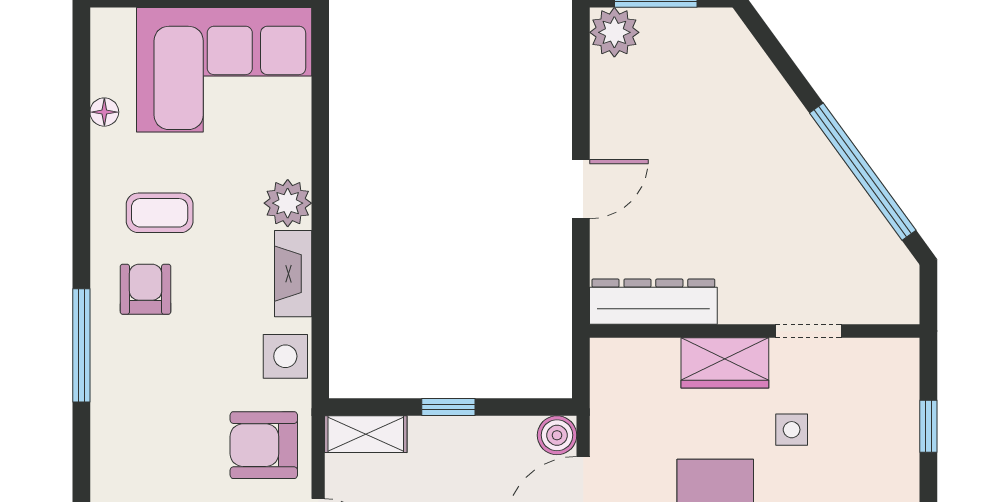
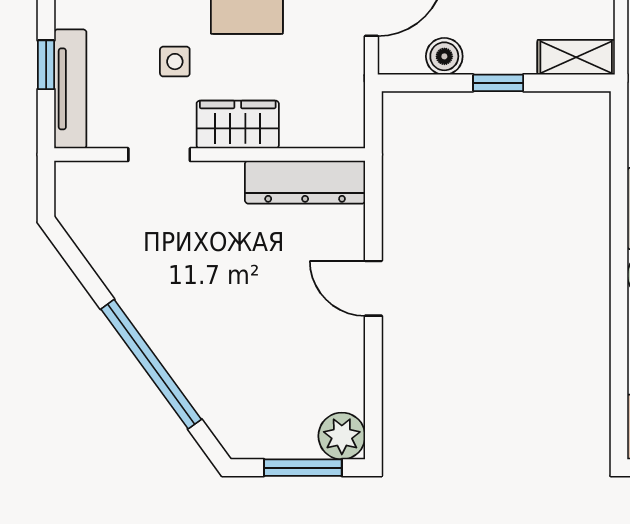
window: (863, 172) -> (151, 364), moved
door: (581, 189) -> (373, 288), hinge flipped
tv unit: (903, 401) -> (70, 89), added
boiler: (557, 435) -> (444, 56), moved

